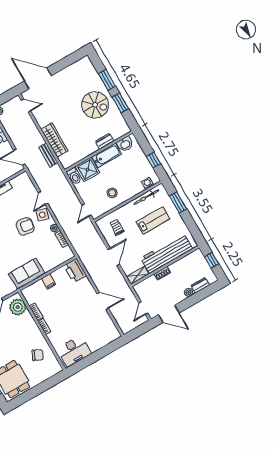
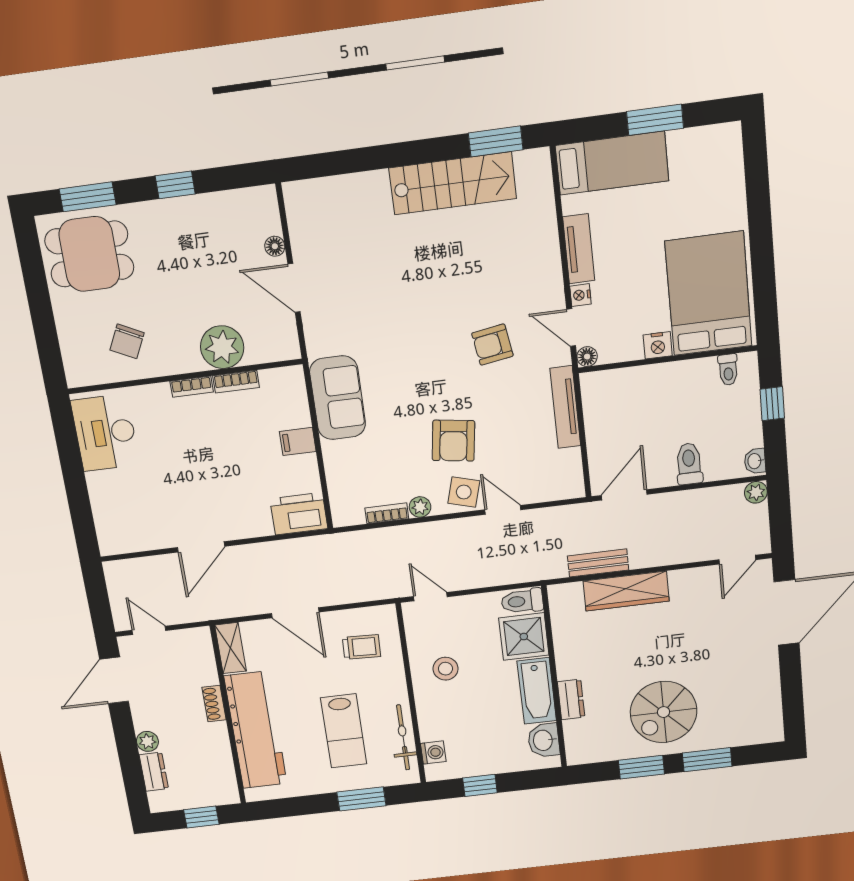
plant: (18, 307) -> (222, 347), moved

